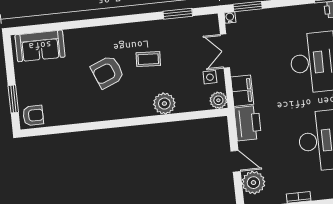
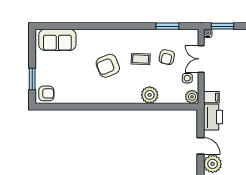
armchair: (181, 53) -> (167, 57), added
filing cabinet: (242, 91) -> (211, 97), width x0.50

